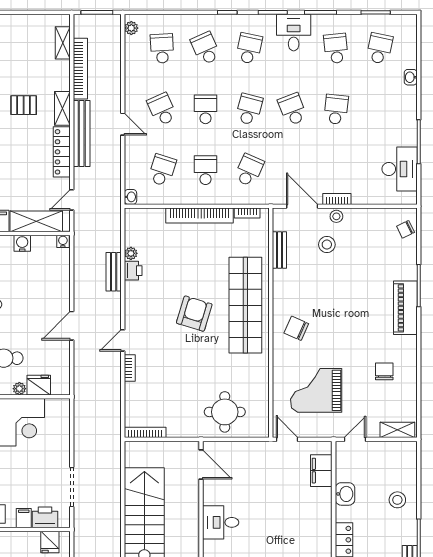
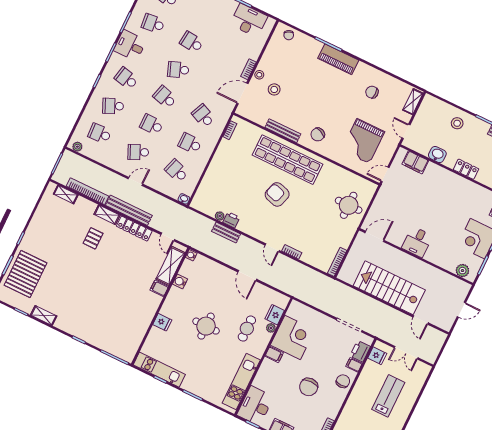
bookcase: (200, 216) -> (217, 161), removed
bench: (279, 250) -> (283, 131), moved, width x1.36

